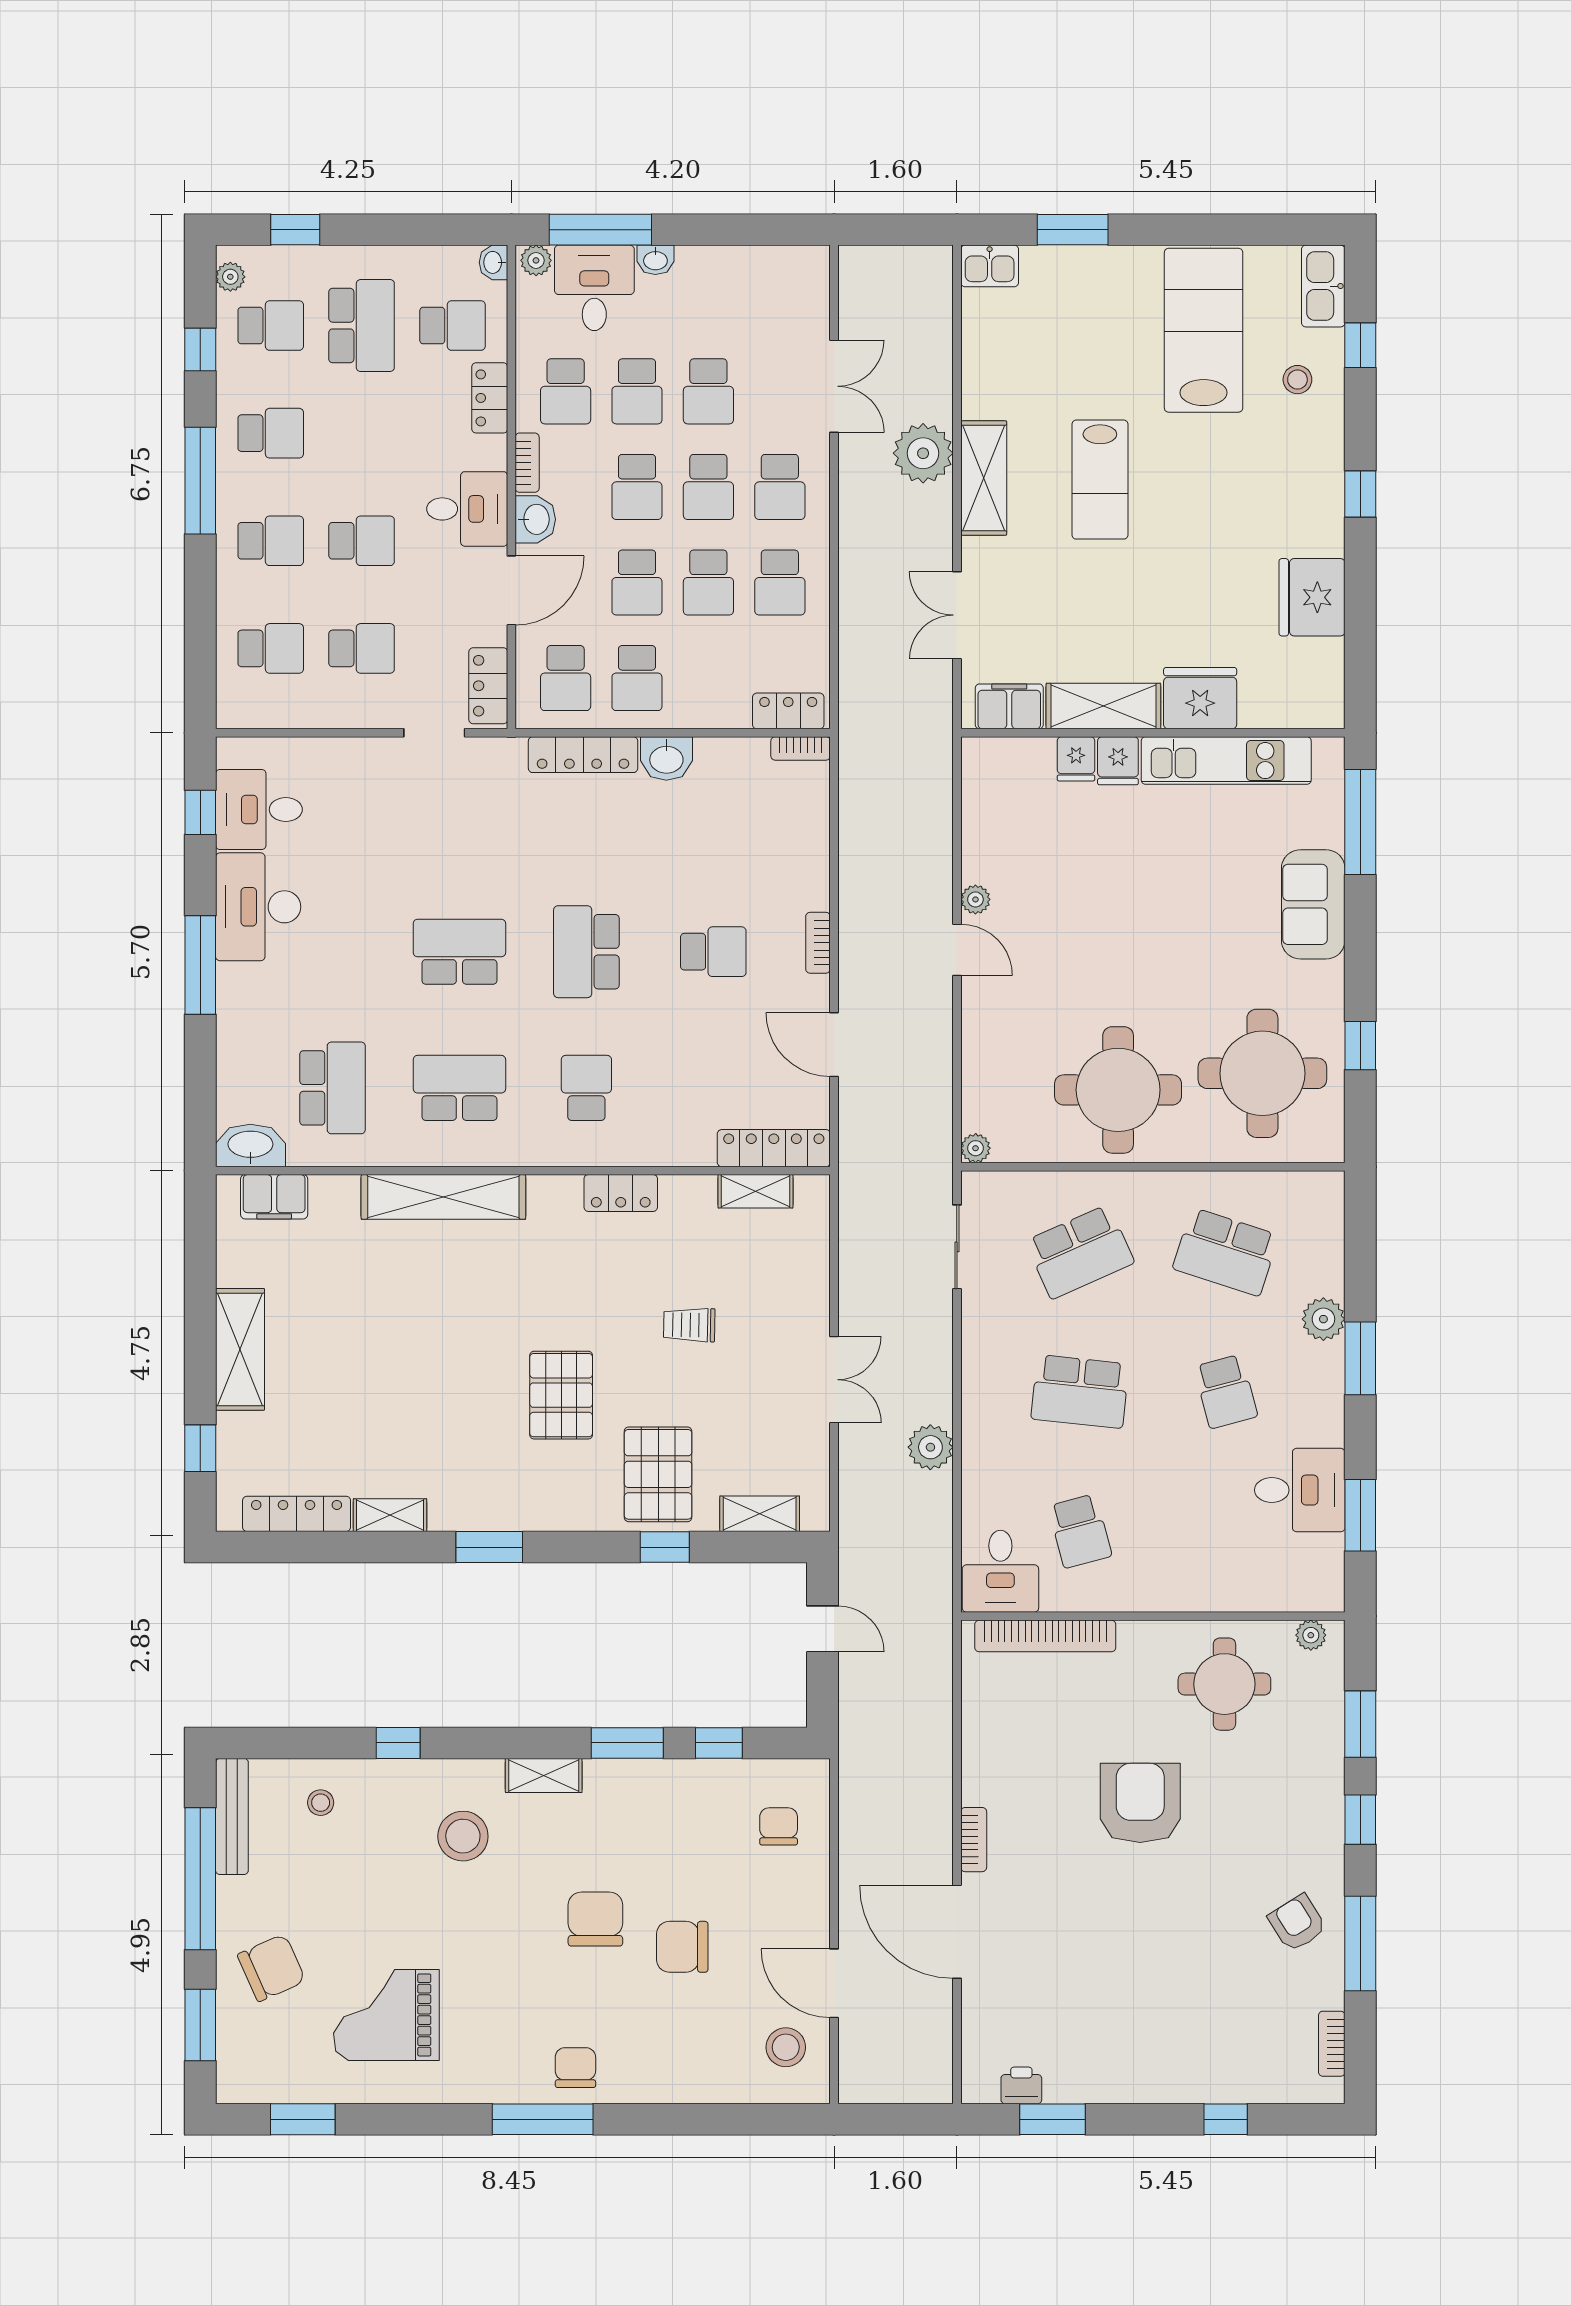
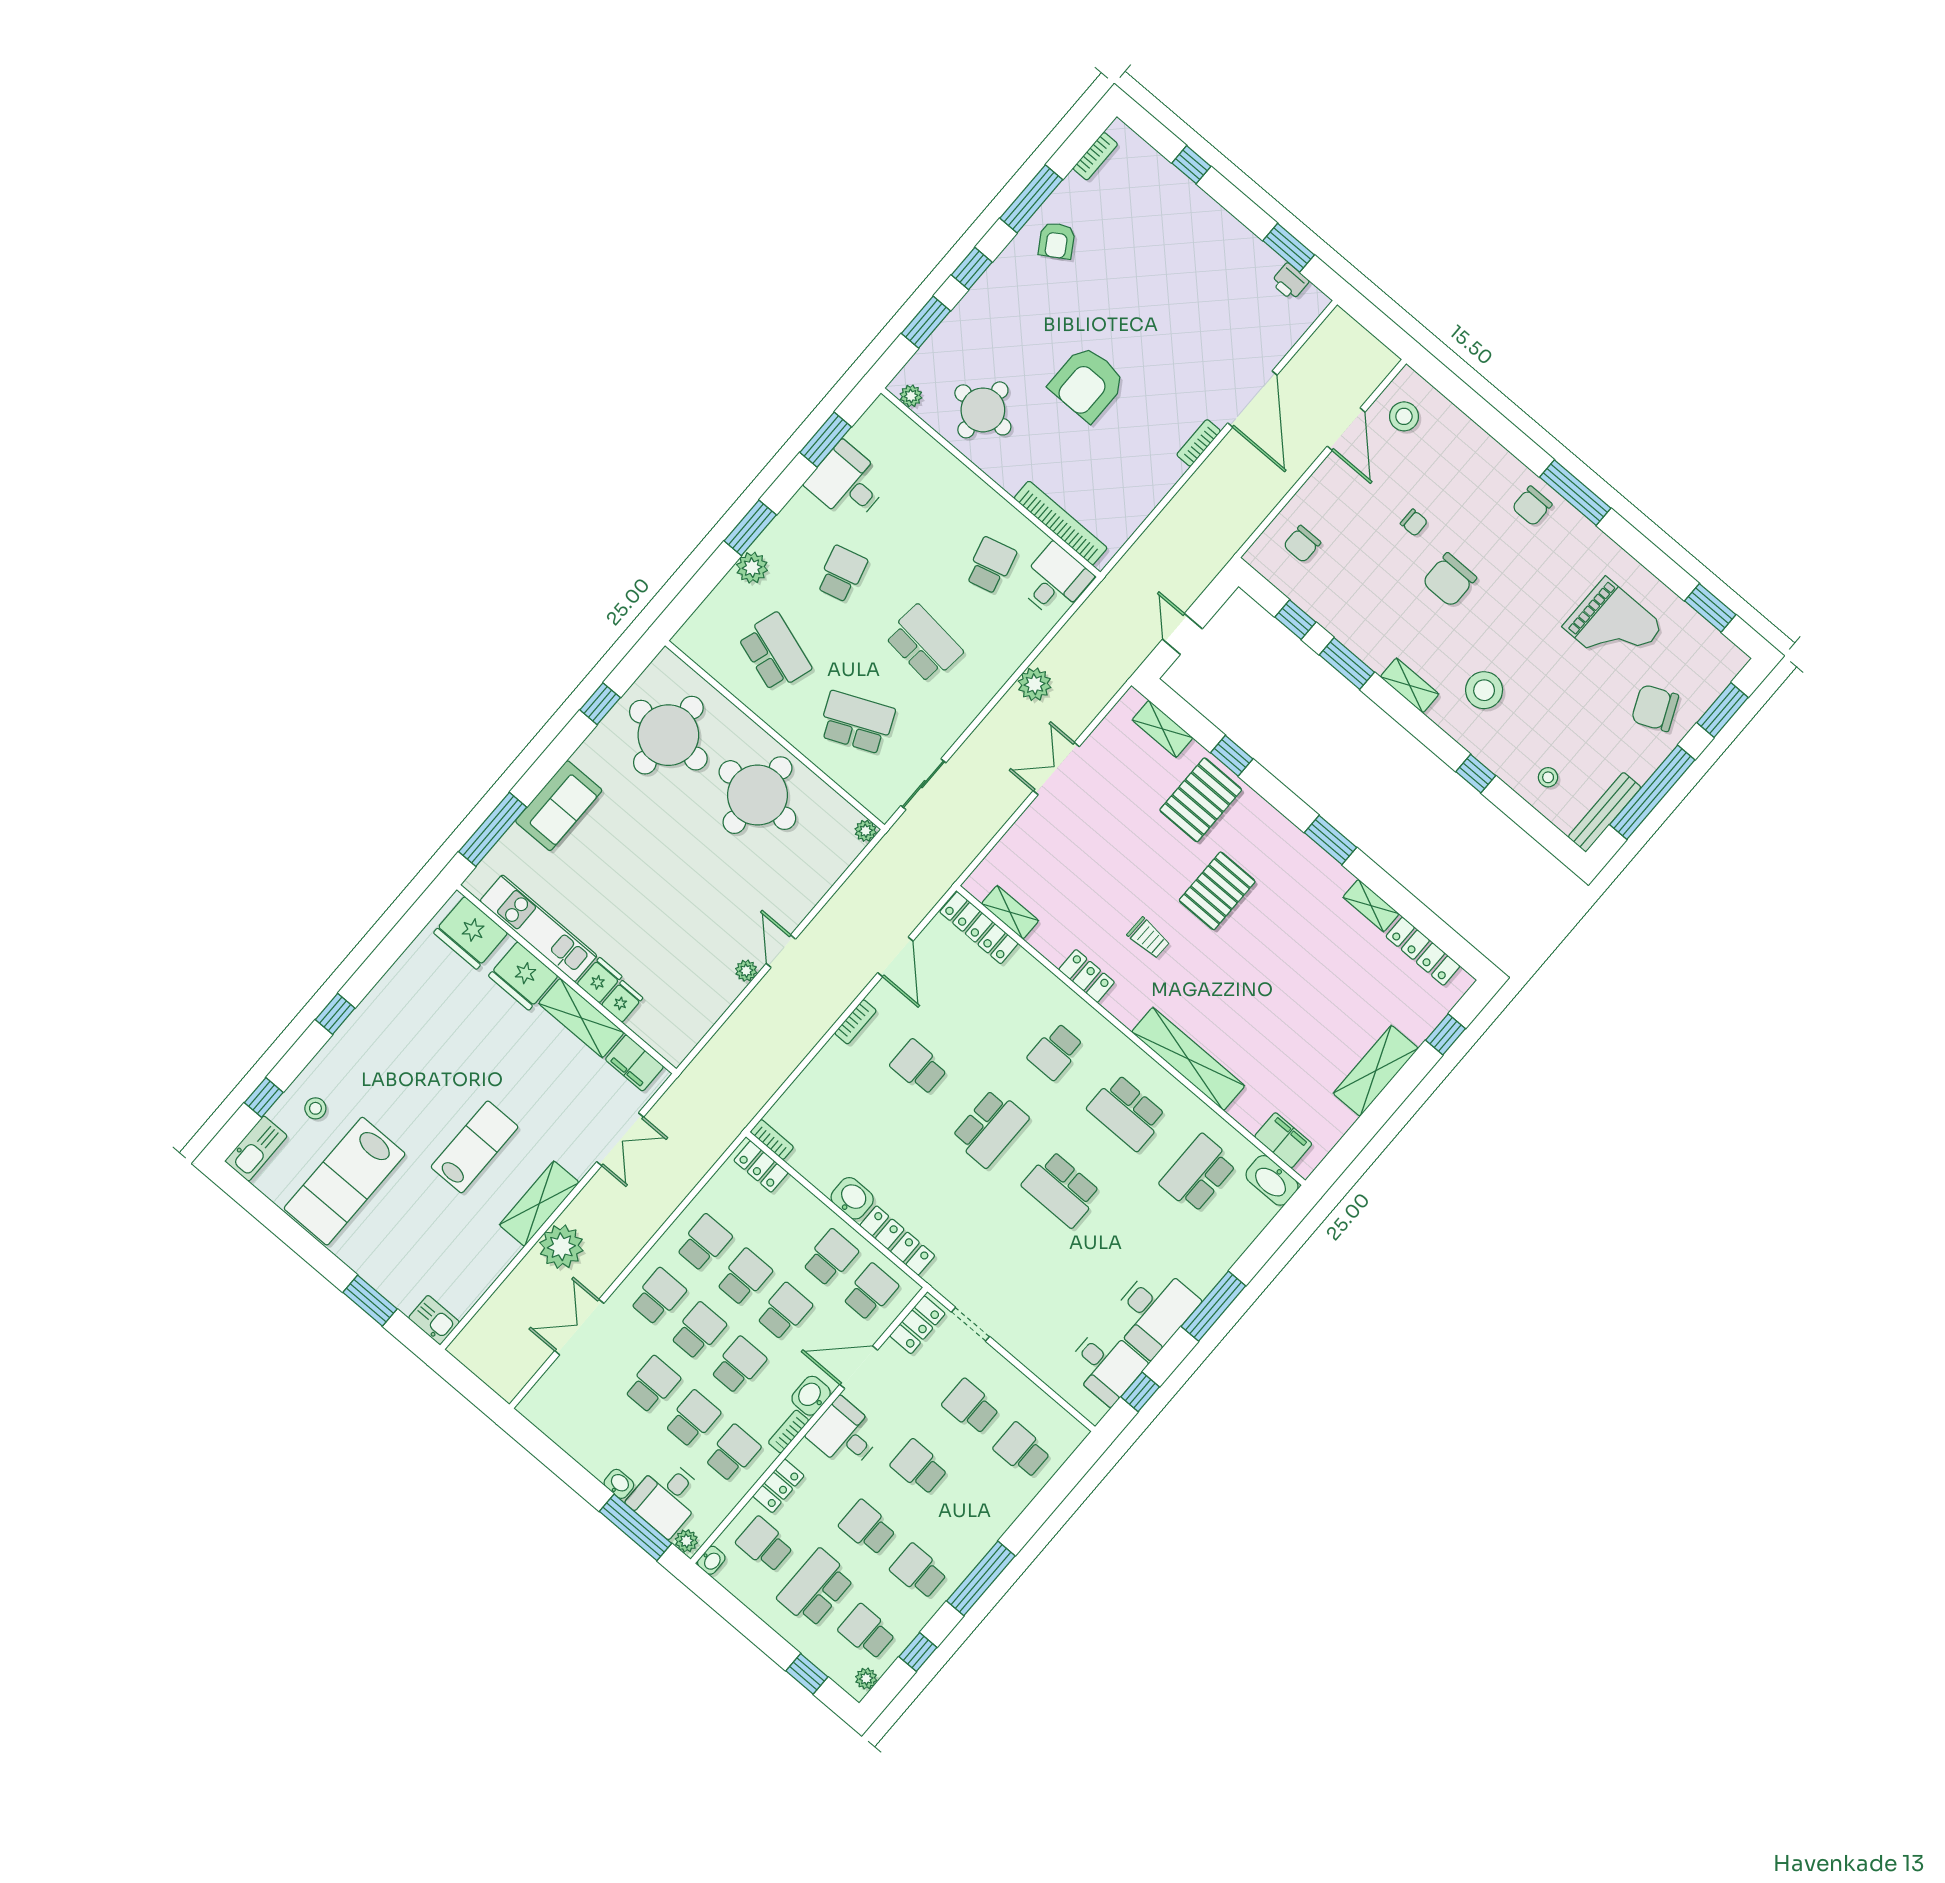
school desk: (271, 541) -> (867, 1528), moved
fridge: (1312, 597) -> (471, 933), moved, turned 90
trolley: (689, 1325) -> (1148, 938), moved
chair: (682, 1947) -> (1414, 523), width x0.54, depth x0.54

